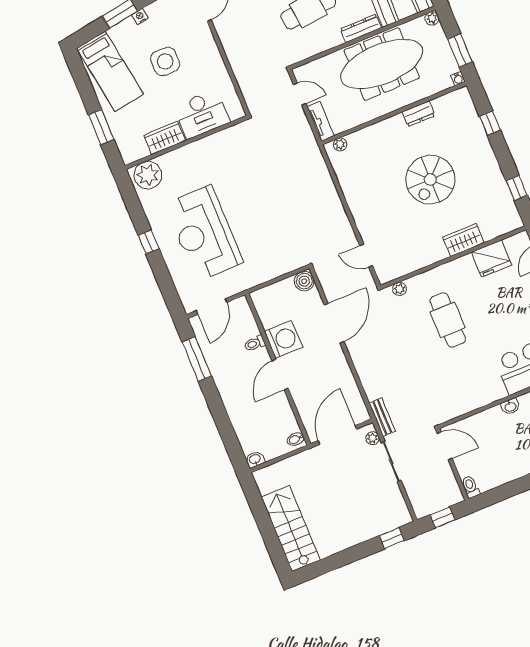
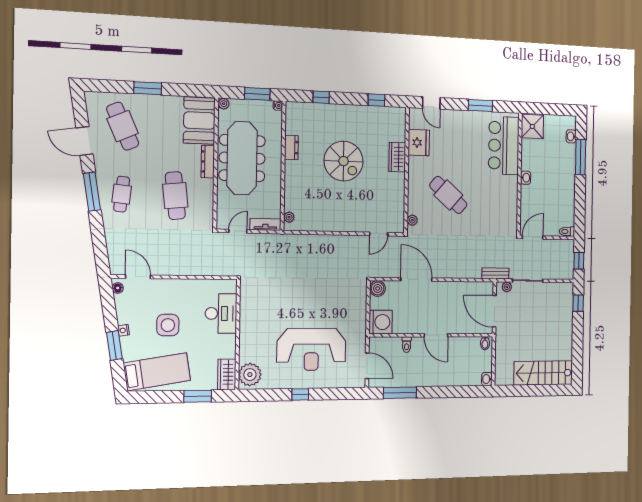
wardrobe: (165, 138) -> (227, 374), moved
cafe table: (448, 320) -> (448, 195), turned 41
washing machine: (283, 339) -> (381, 322), moved, turned 90

